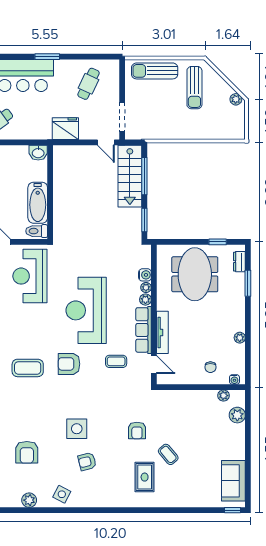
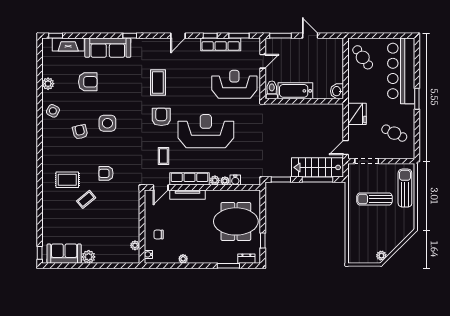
sun lounger: (194, 88) -> (375, 199), moved
plant: (237, 415) -> (89, 257), moved
armchair: (27, 452) -> (88, 82), turned 180

